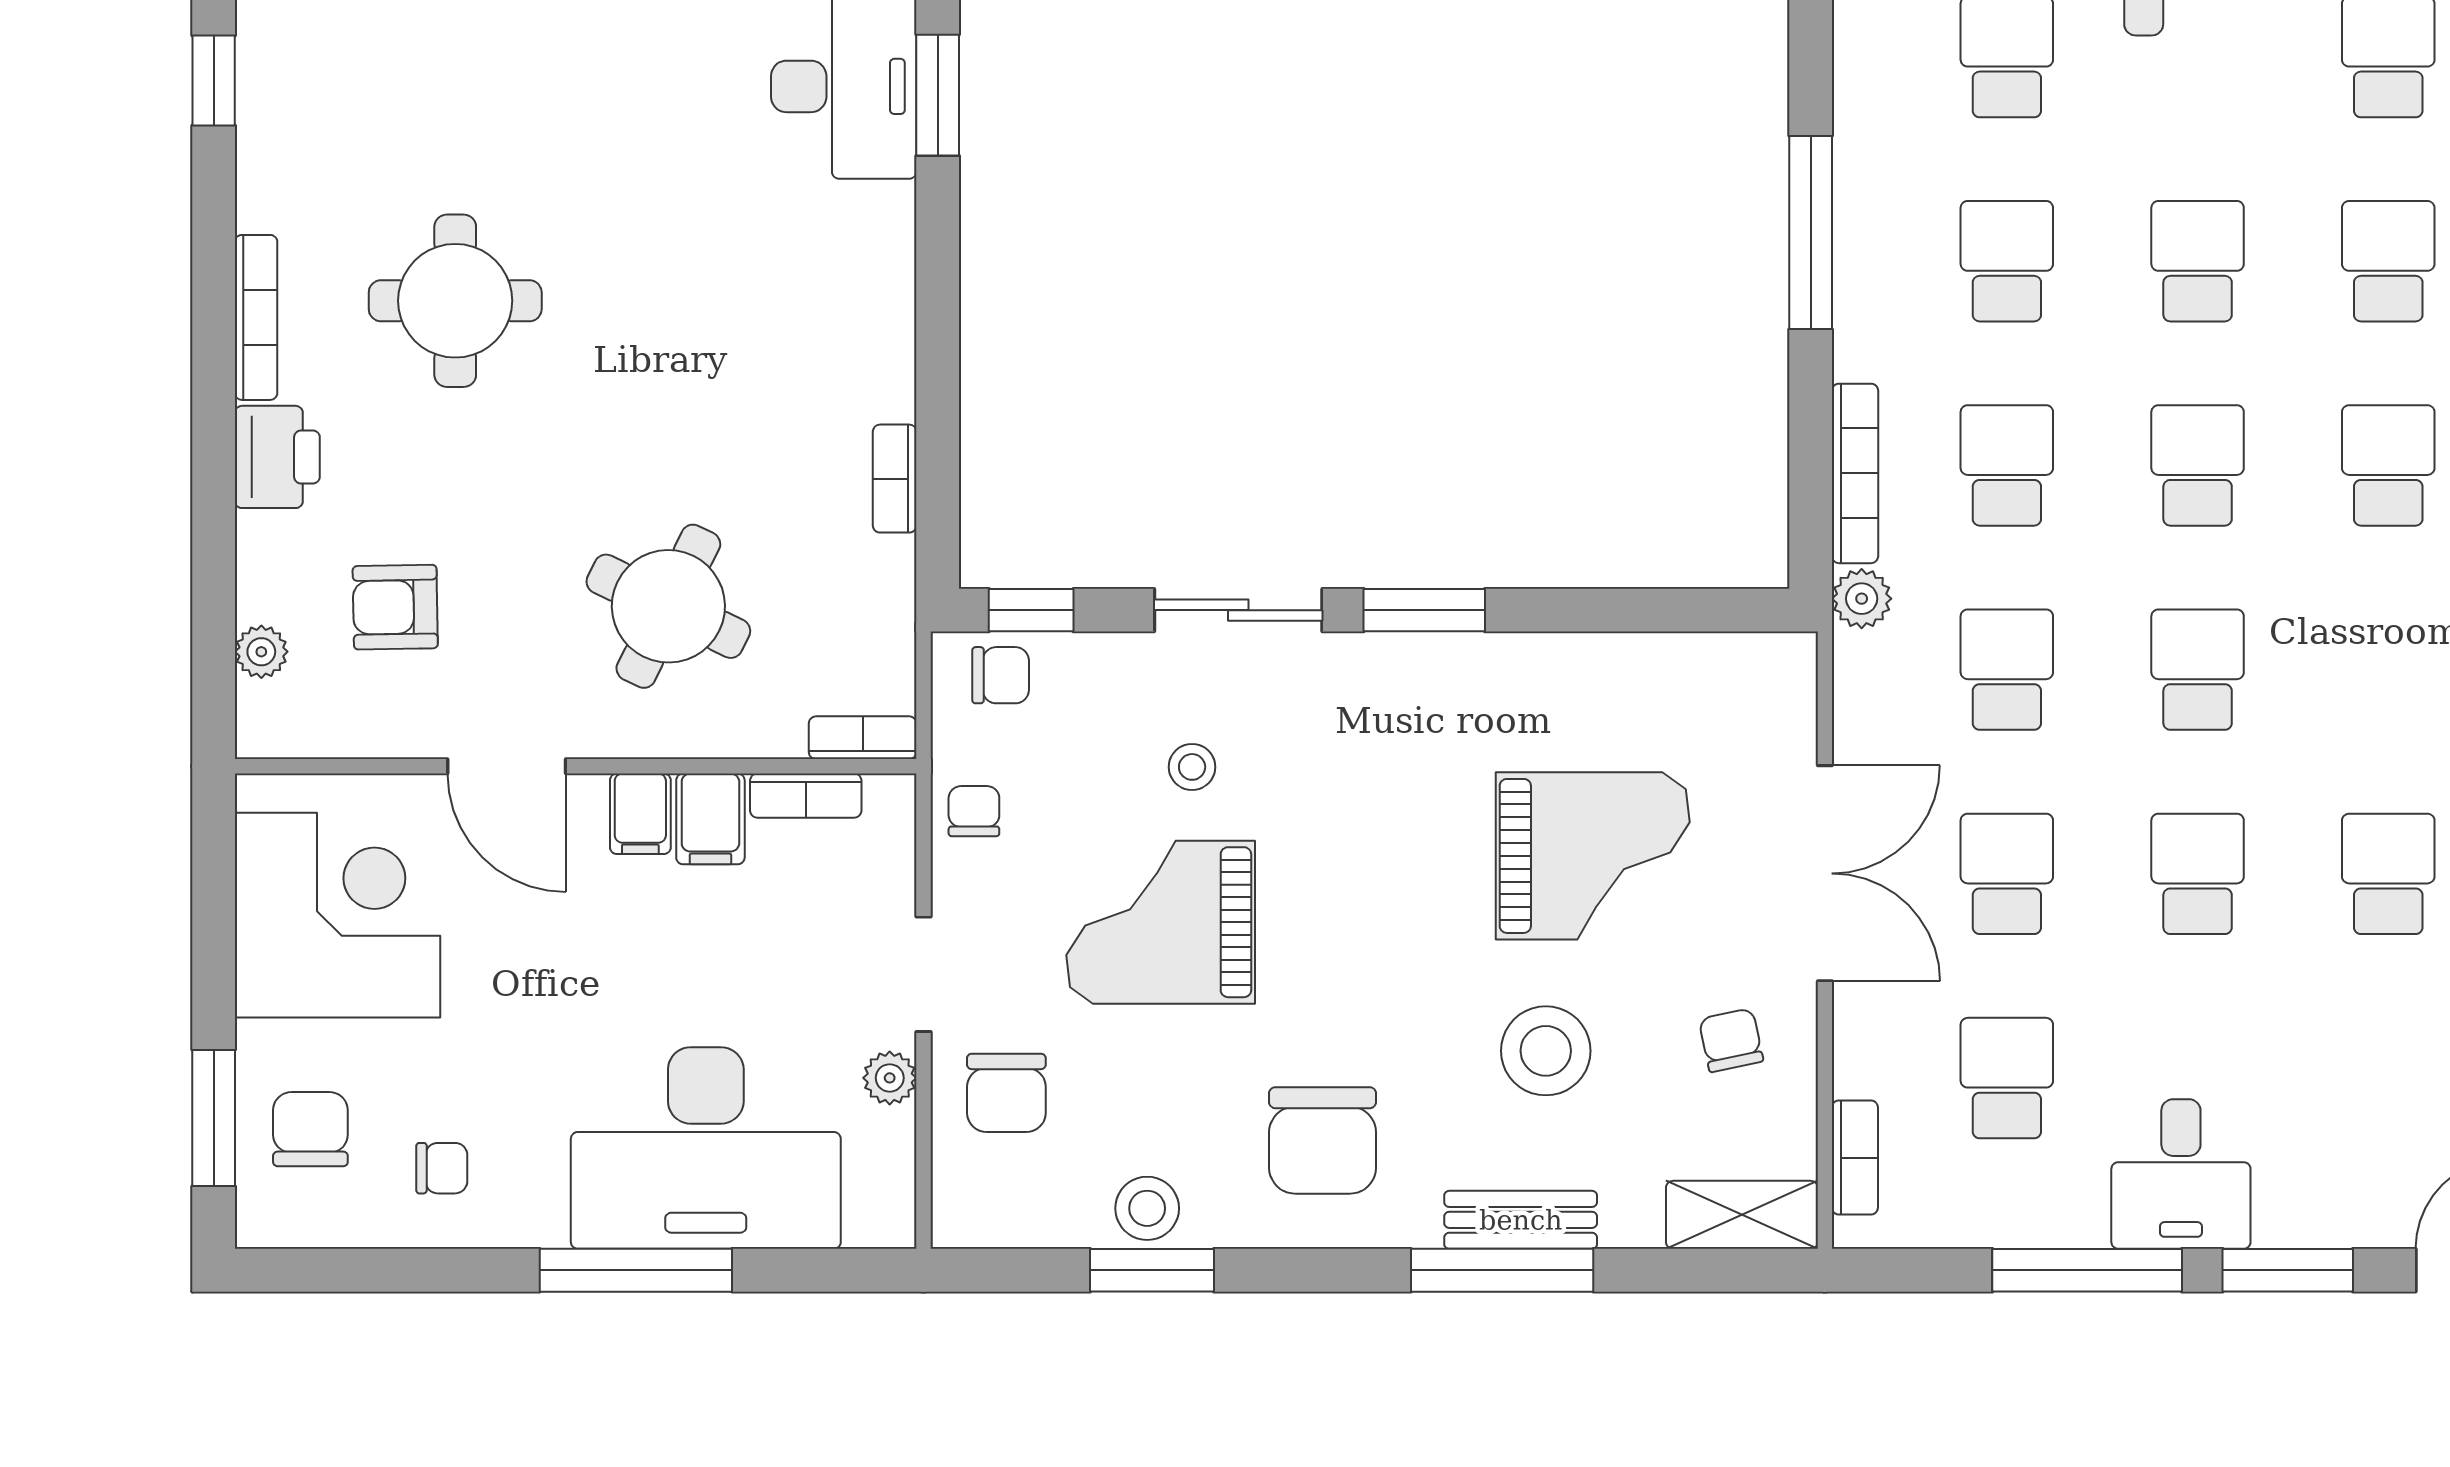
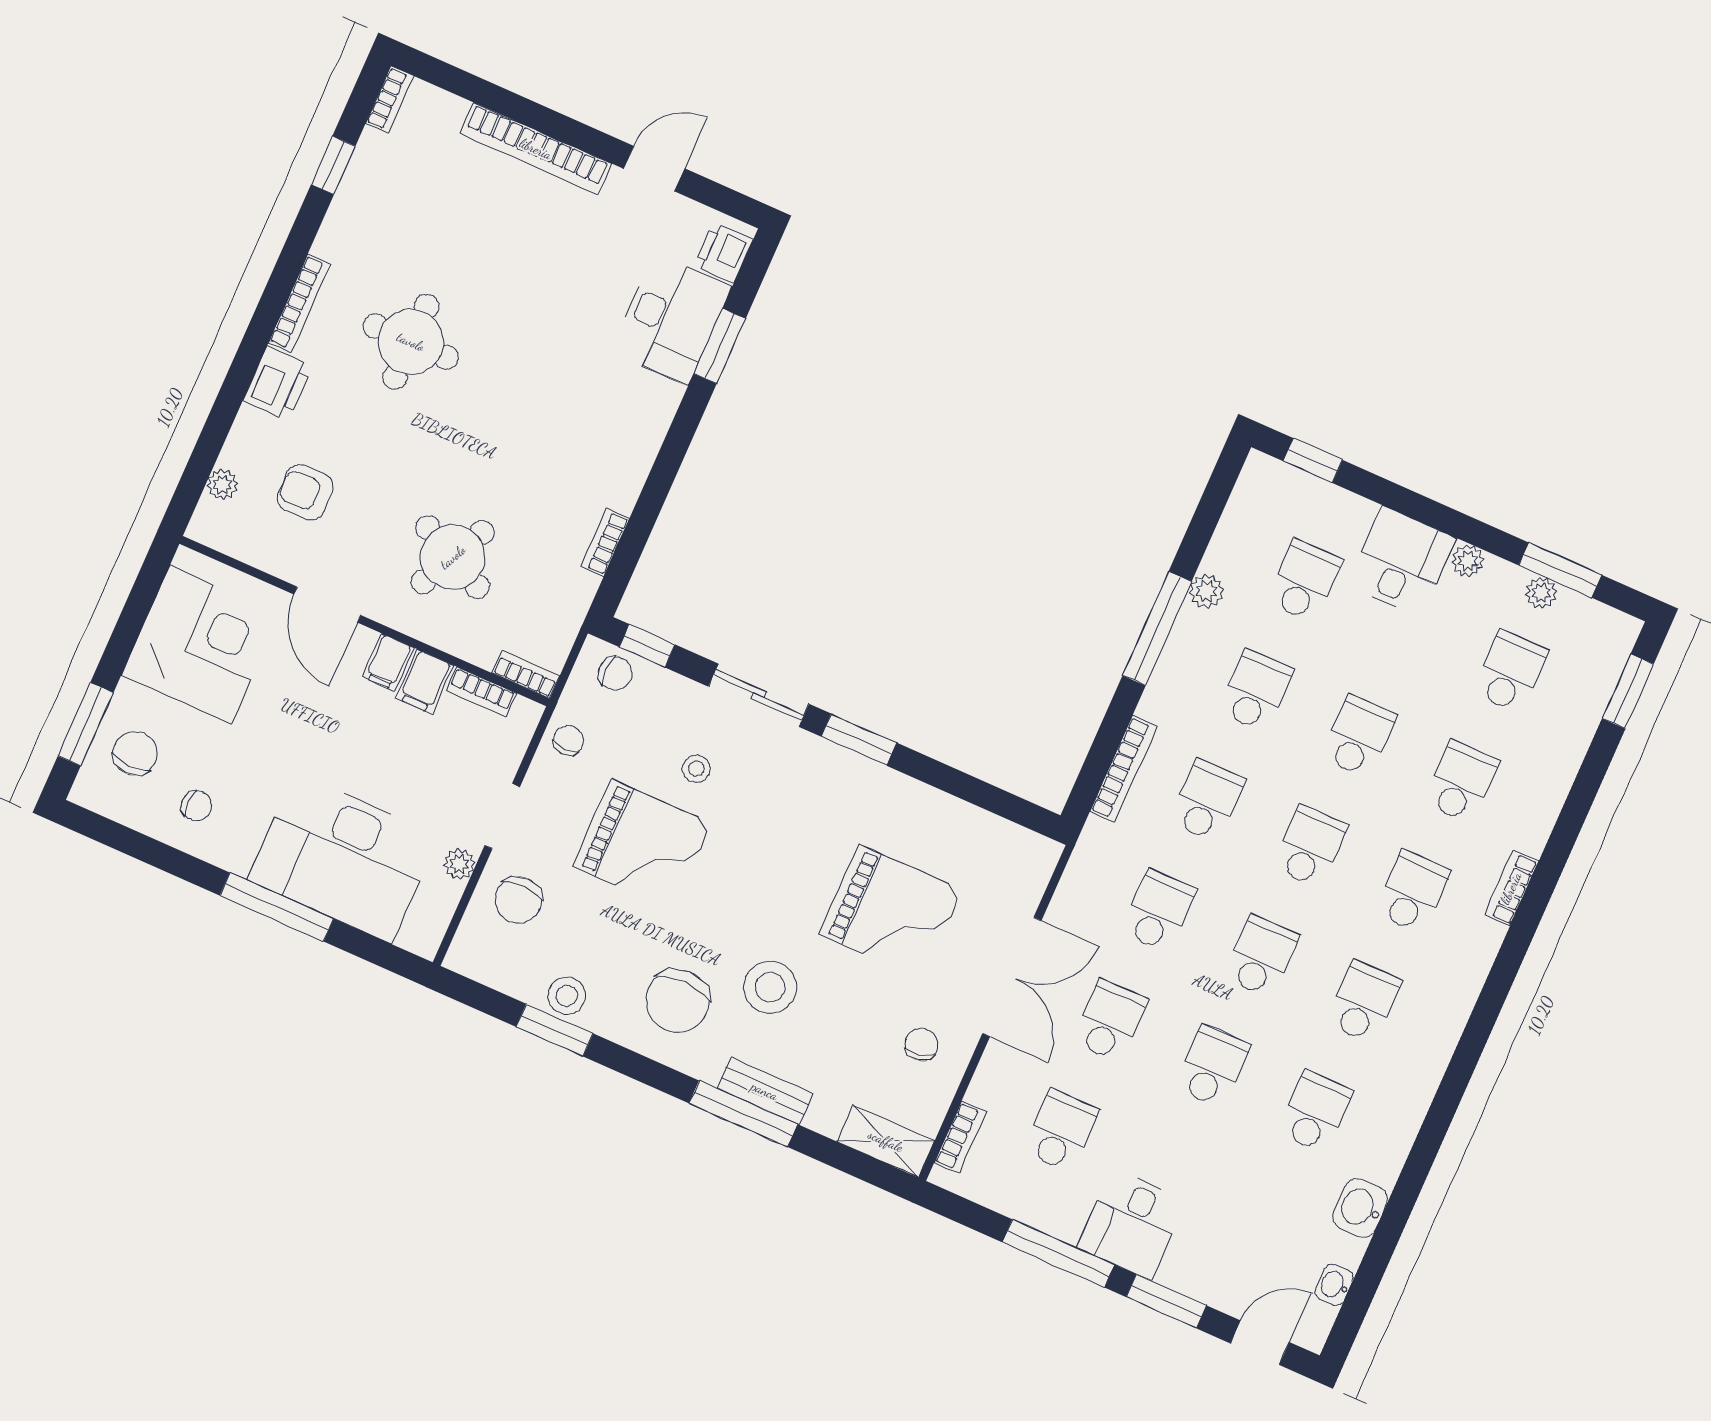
plant: (1862, 599) -> (1206, 591), moved
school desk: (2388, 670) -> (1364, 1002), added
grand piano: (1161, 922) -> (642, 845), turned 180
stool: (1546, 1051) -> (770, 987), moved

